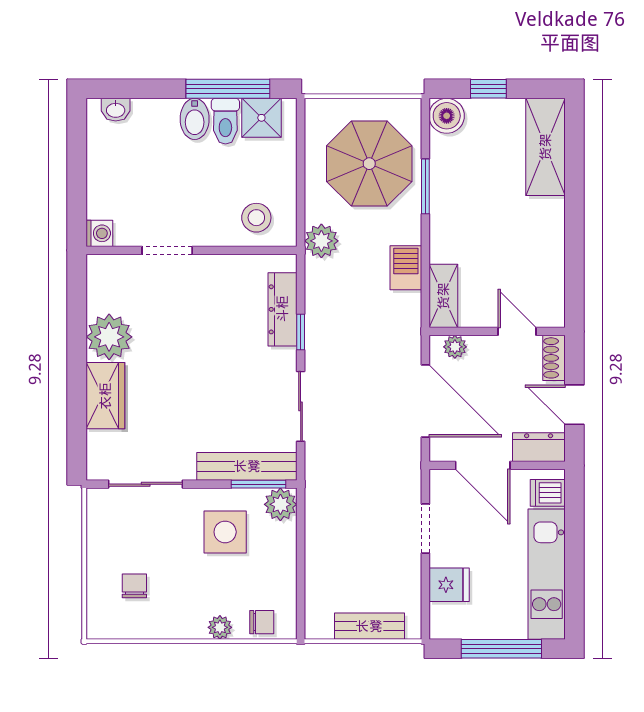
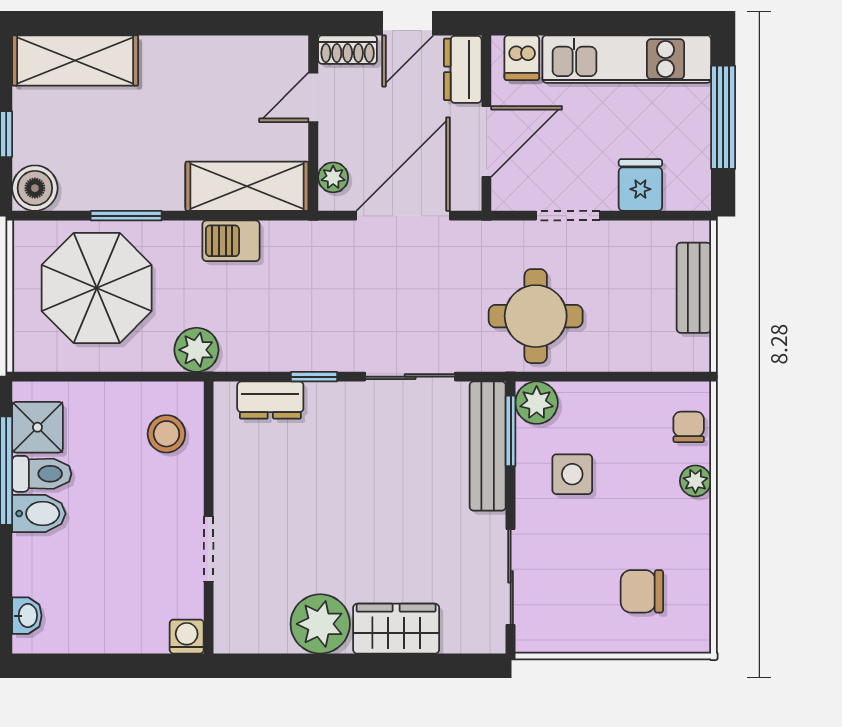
shelving: (443, 296) -> (247, 186), width x1.50, depth x1.33
dresser: (282, 309) -> (270, 400), width x0.70
round table: (348, 504) -> (536, 316), added
side table: (225, 532) -> (572, 474), width x0.73, depth x0.73
chair: (134, 586) -> (642, 591), width x1.37, depth x1.37

